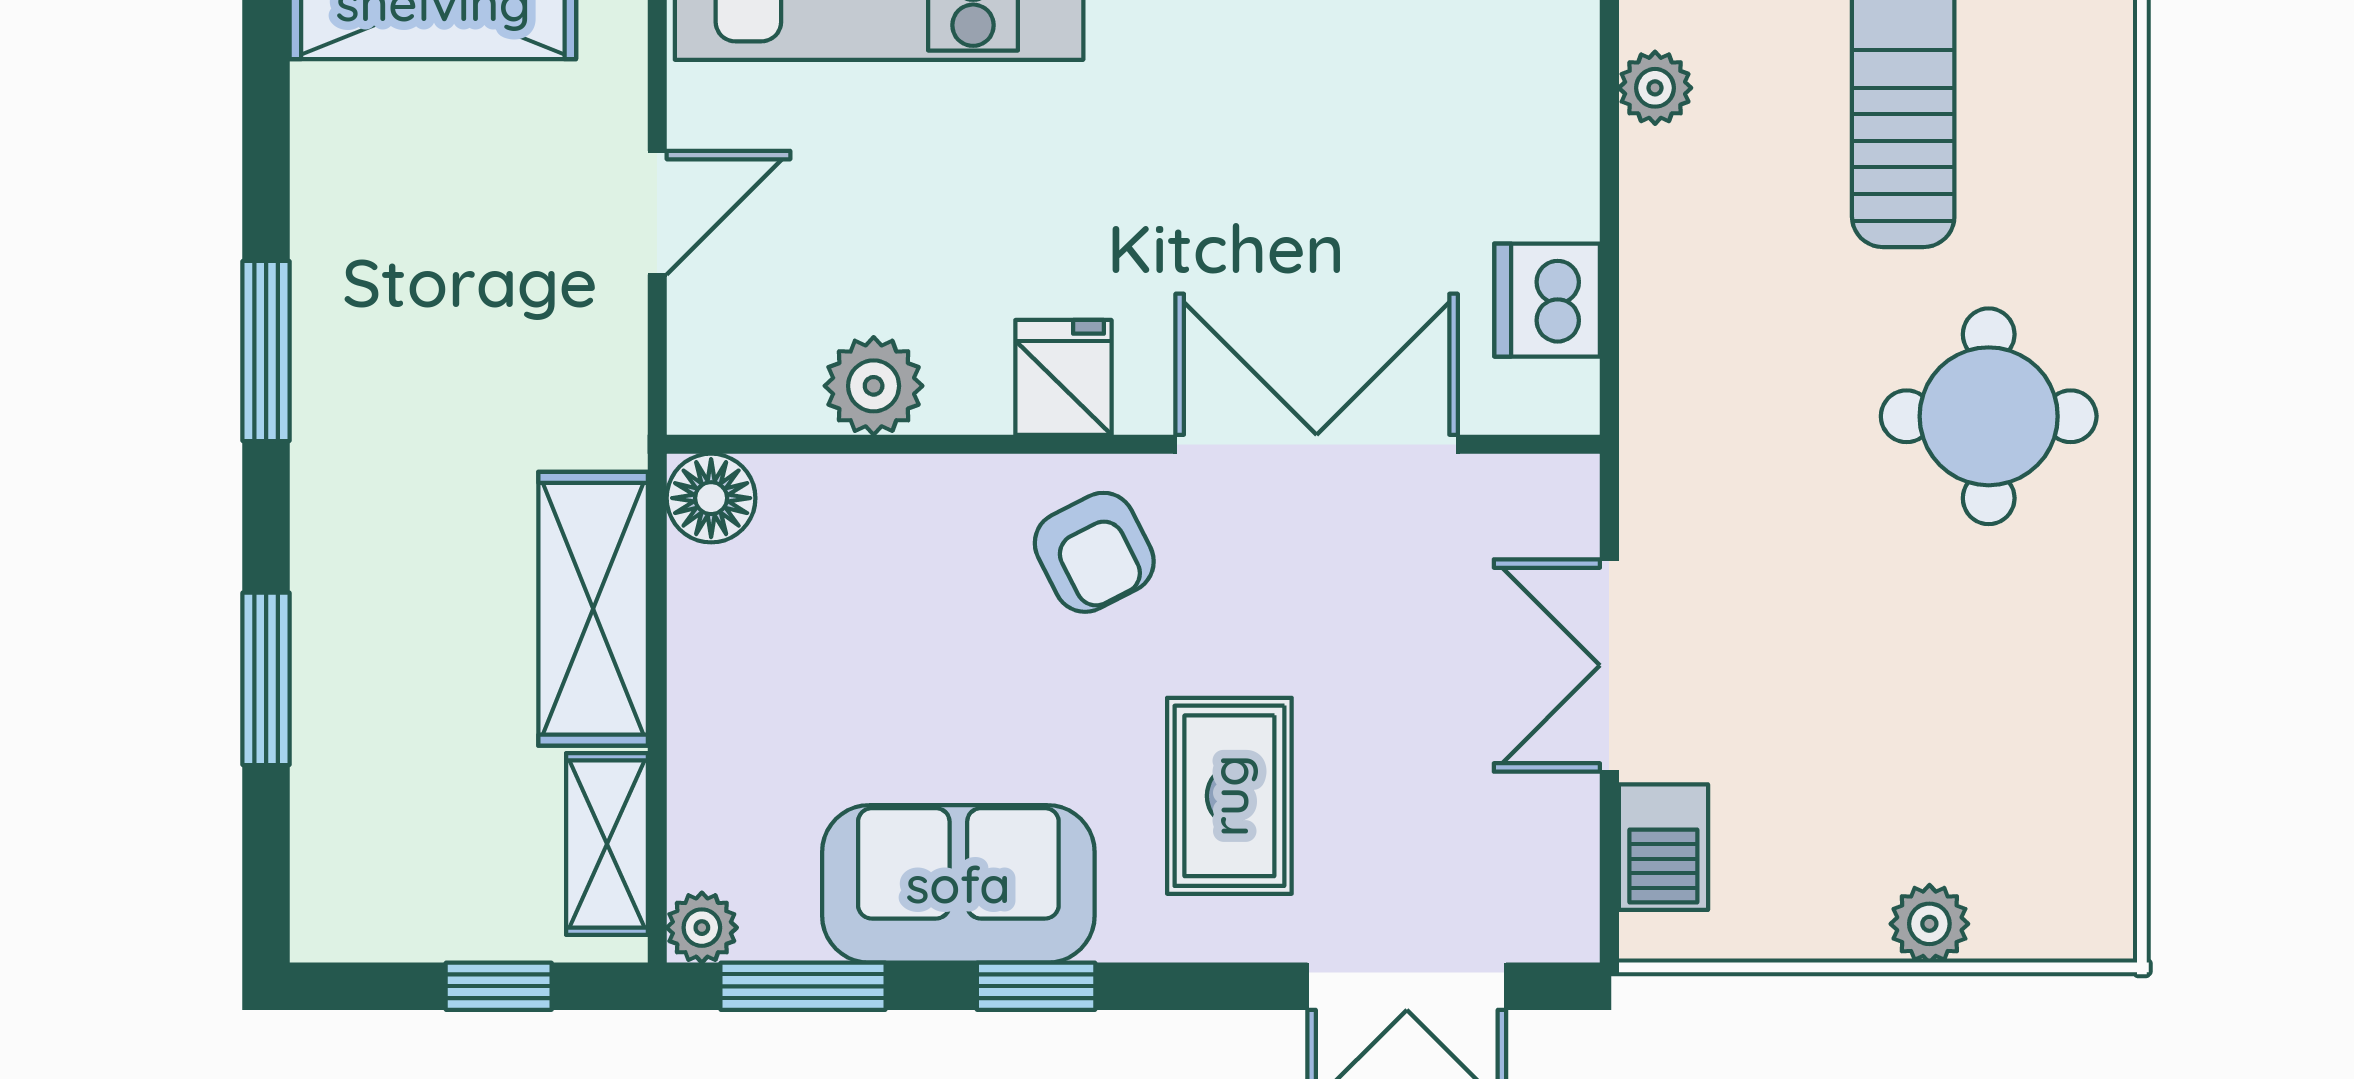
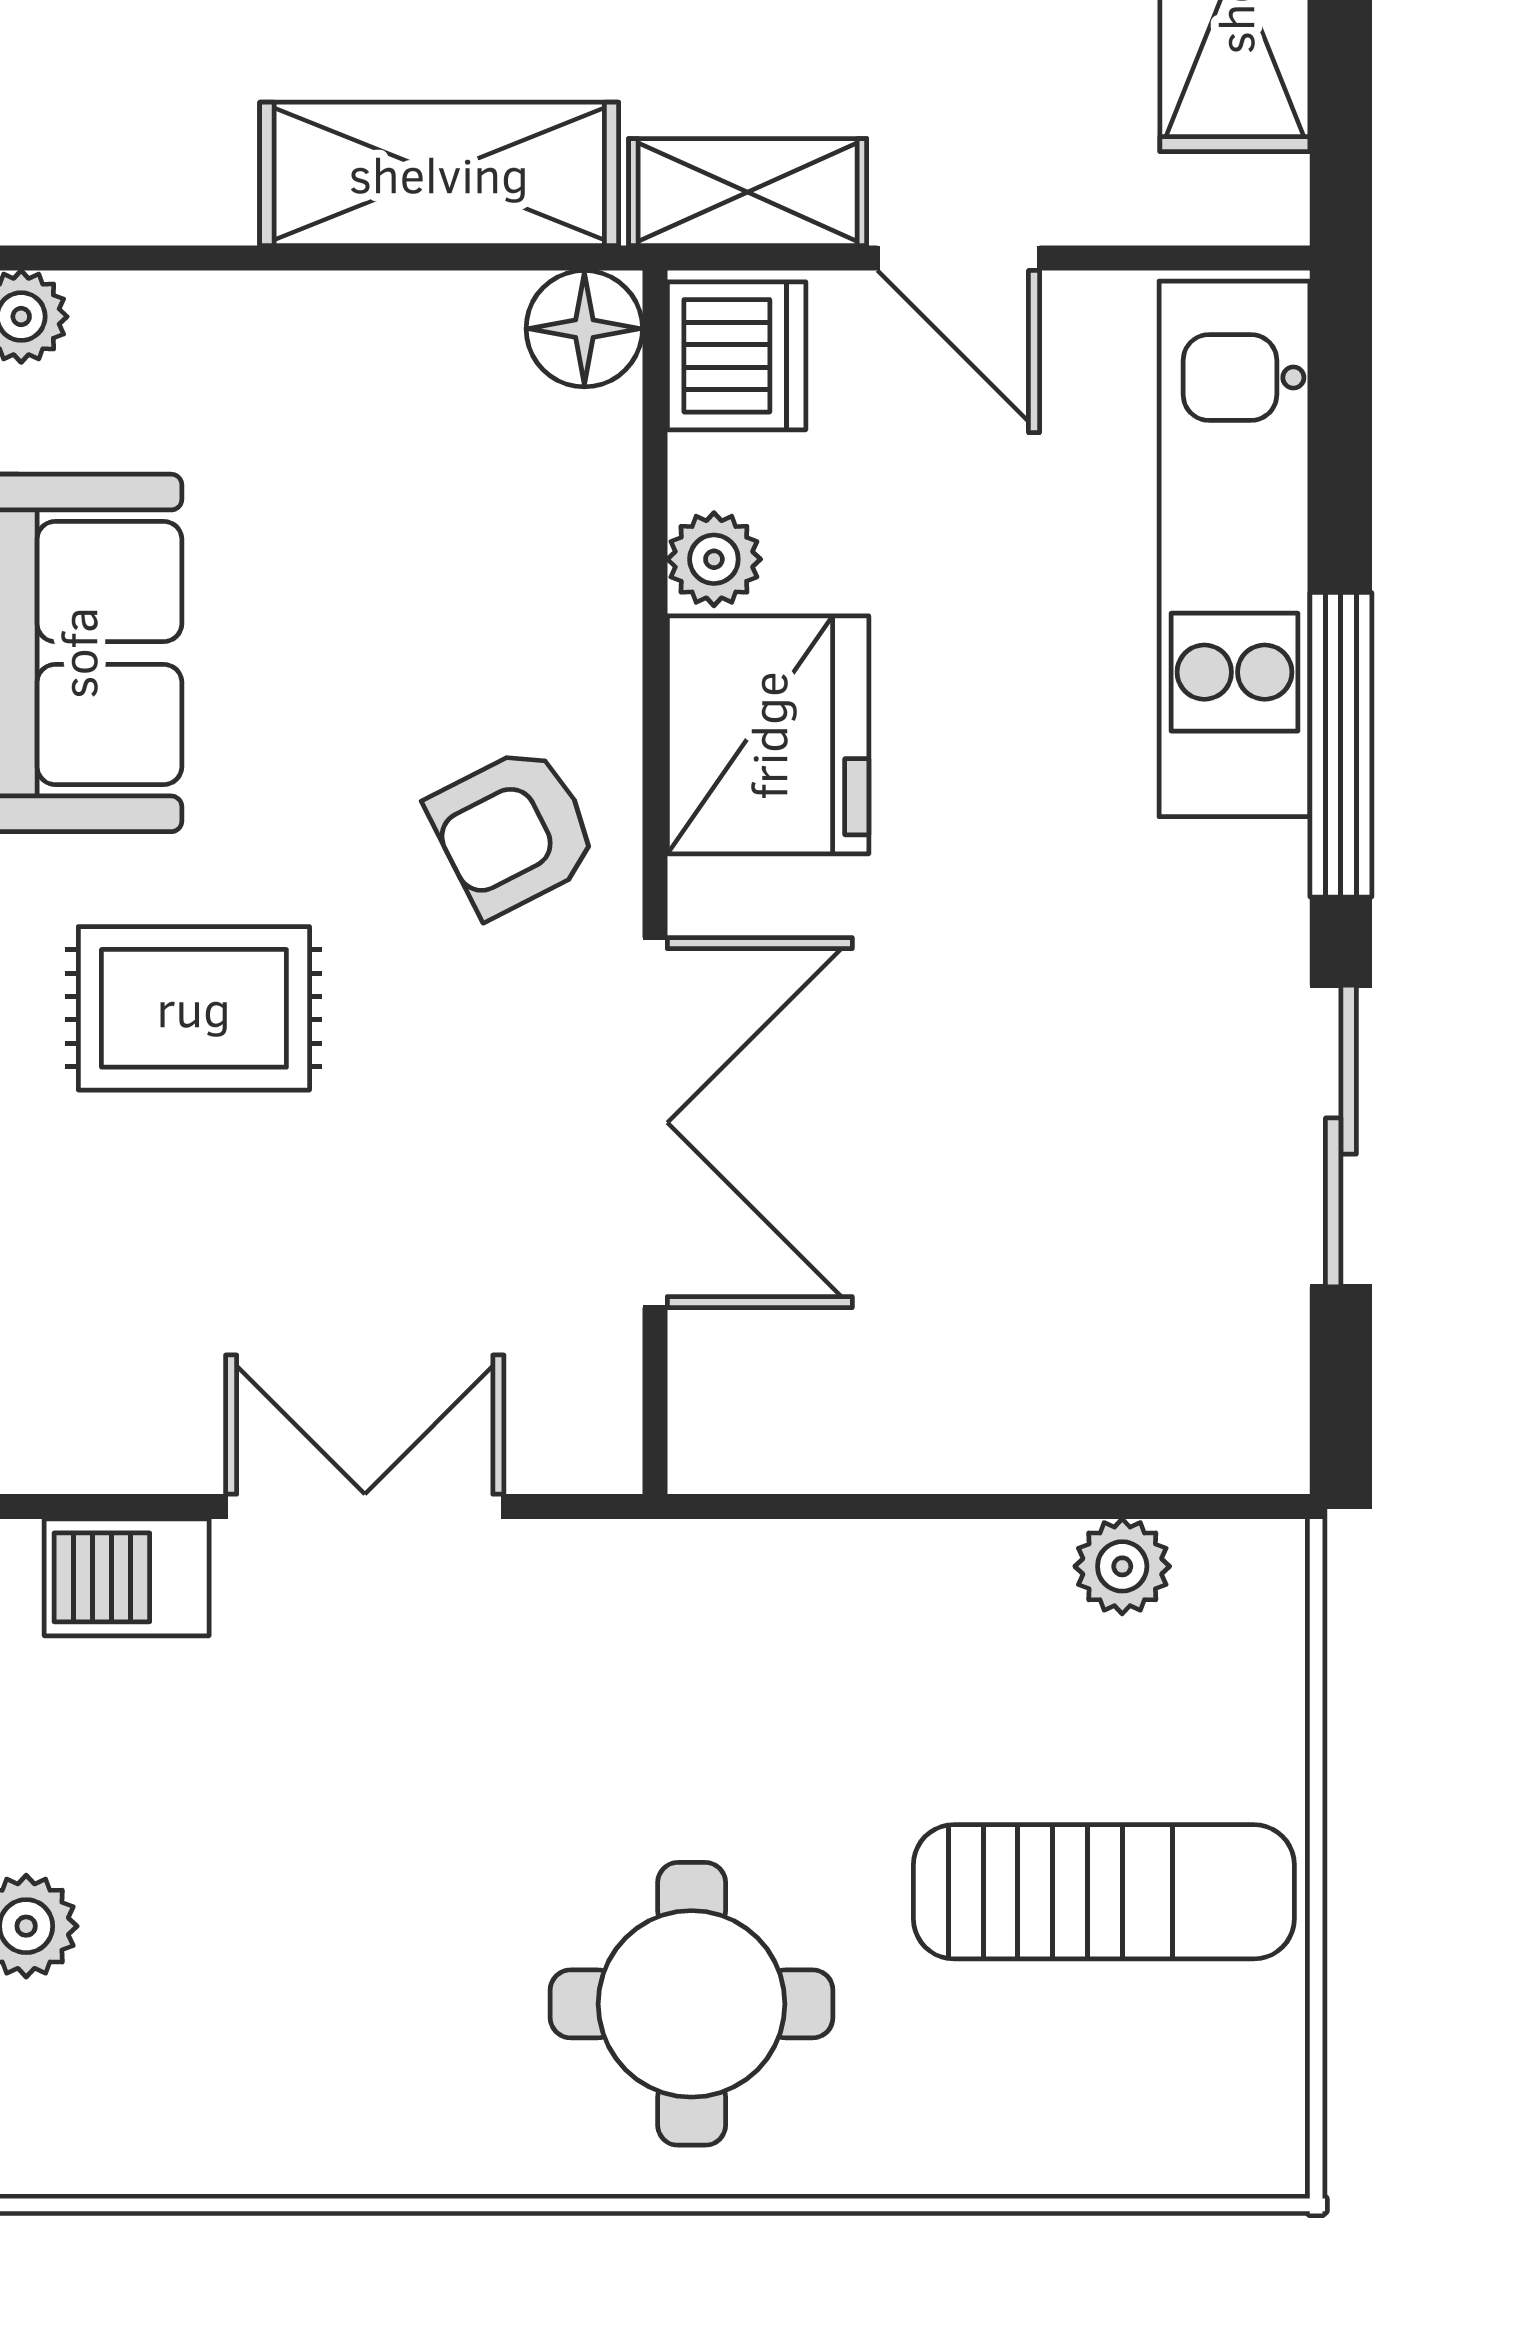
dishwasher: (1547, 300) -> (737, 356), moved, turned 90
fridge: (1063, 377) -> (768, 735), width x1.88, depth x1.34
plant: (874, 386) -> (714, 559), width x0.73, depth x0.73
shelving: (607, 844) -> (748, 192), moved

